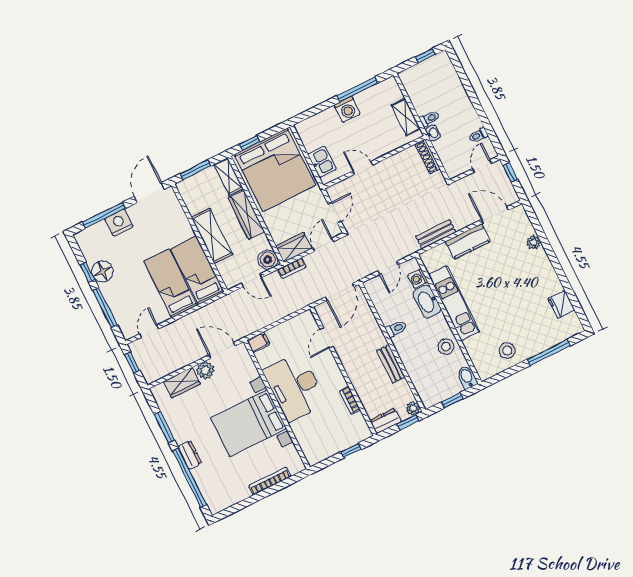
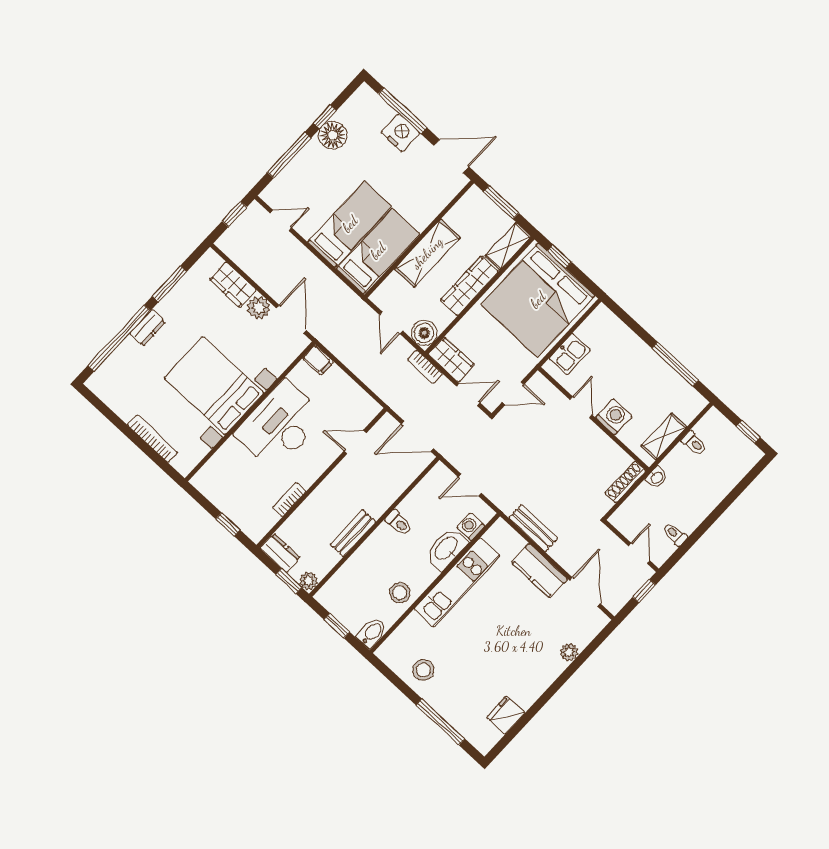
washing machine: (347, 109) -> (614, 417), moved, turned 180
toilet: (429, 119) -> (694, 443), moved
door: (482, 166) -> (639, 553), hinge flipped

